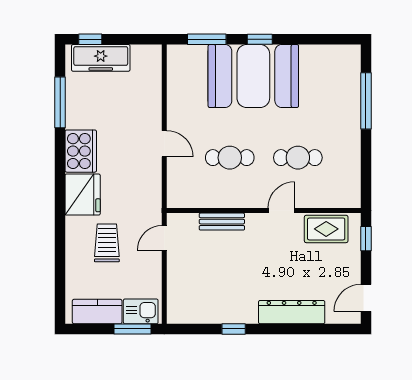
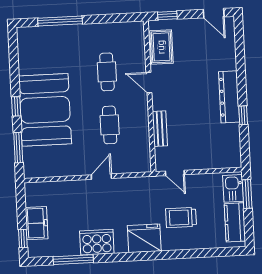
freezer: (101, 58) -> (37, 223), width x0.71
cooker: (81, 151) -> (97, 242), moved
dresser: (292, 312) -> (229, 97), moved

